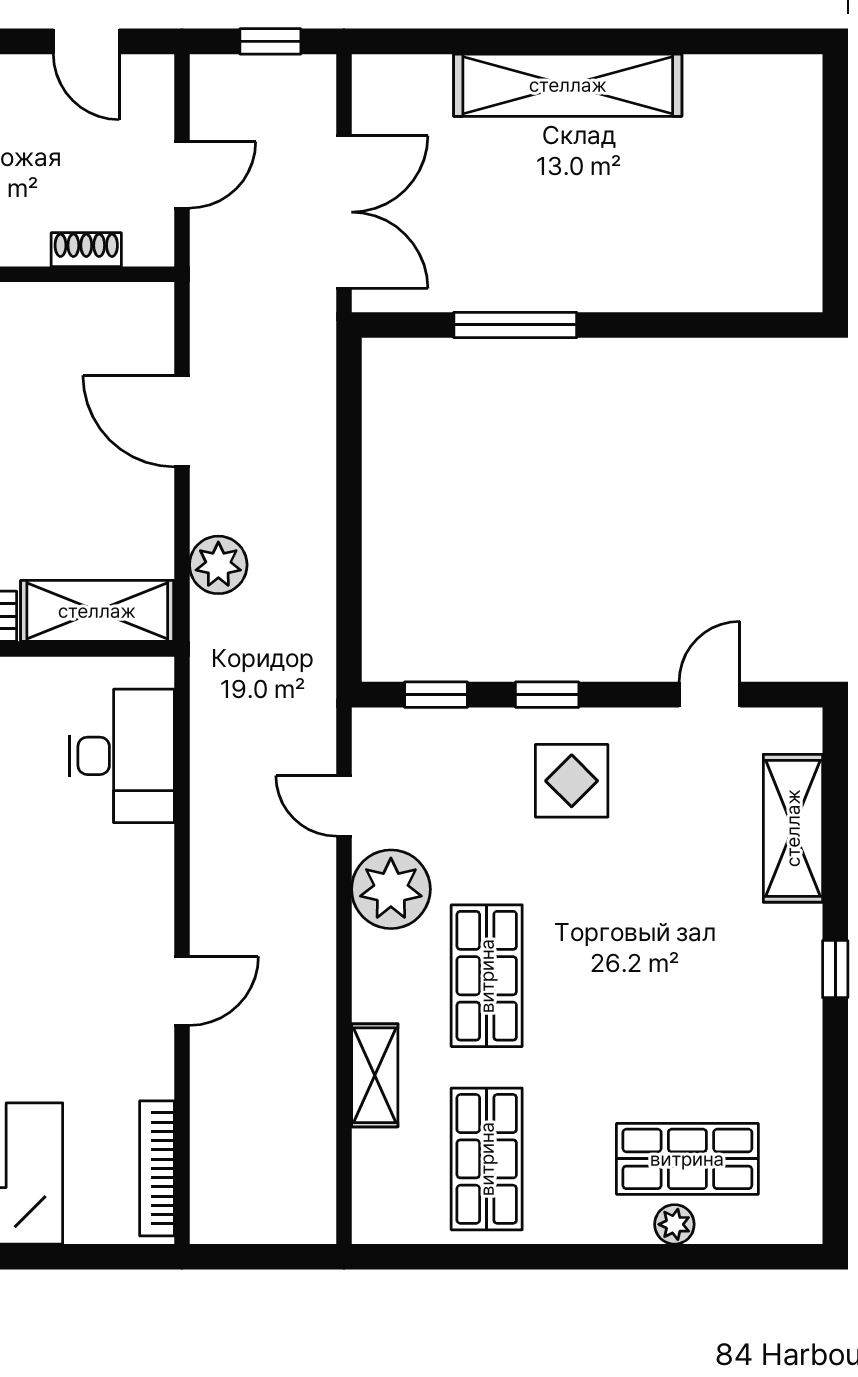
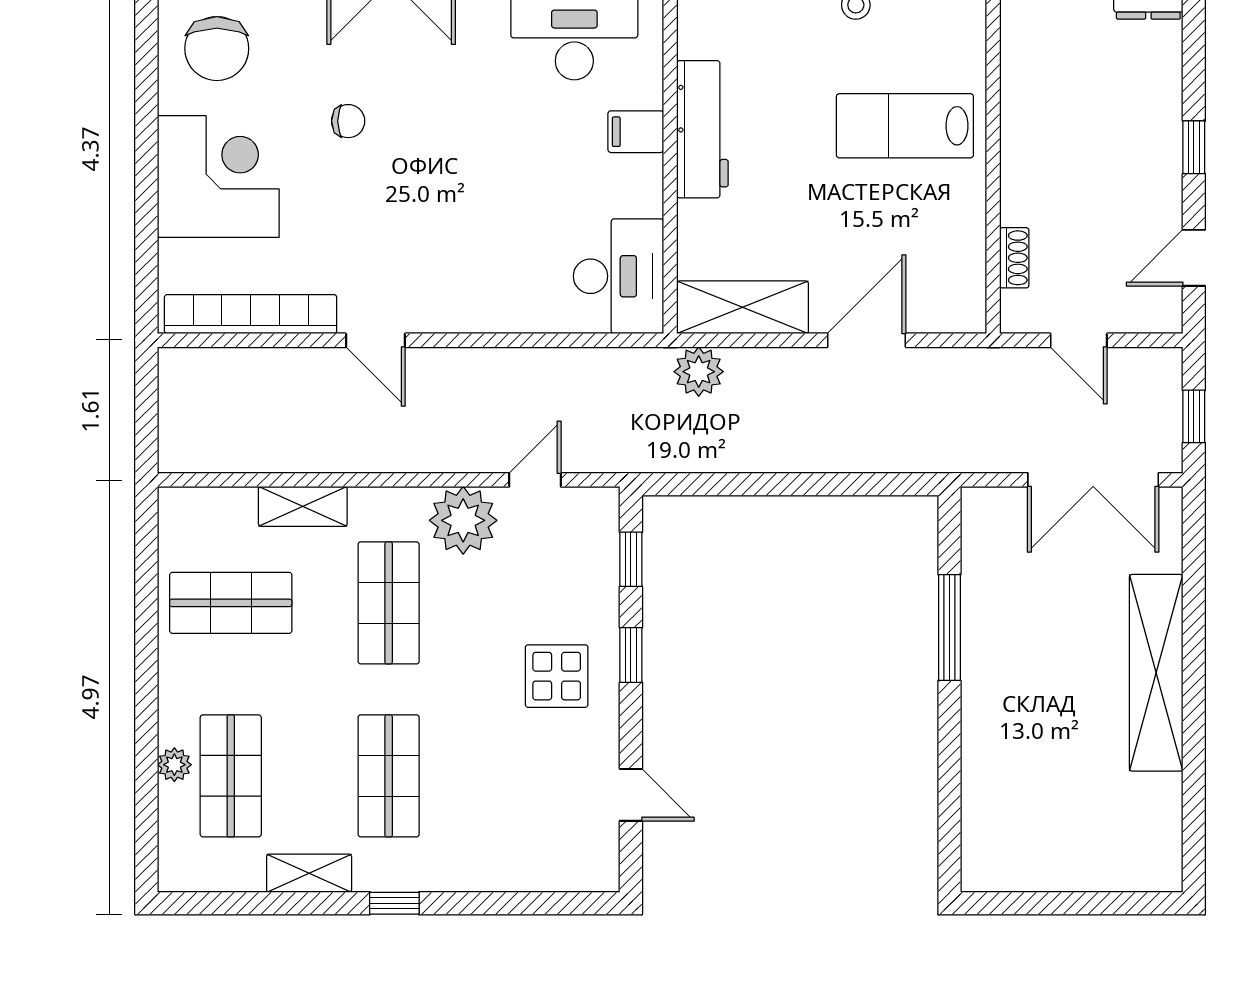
double door: (344, 212) -> (1093, 480), moved
plant: (218, 565) -> (699, 372), moved
shelving: (97, 611) -> (743, 307), moved, turned 90
desk: (122, 756) -> (618, 276), moved, turned -90
shelving: (793, 828) -> (309, 873), moved, width x0.67, depth x0.75
shop shelf: (487, 976) -> (389, 603), turned 90
shop shelf: (687, 976) -> (389, 776), added
bookcase: (157, 1168) -> (251, 314), width x1.48, depth x1.31

